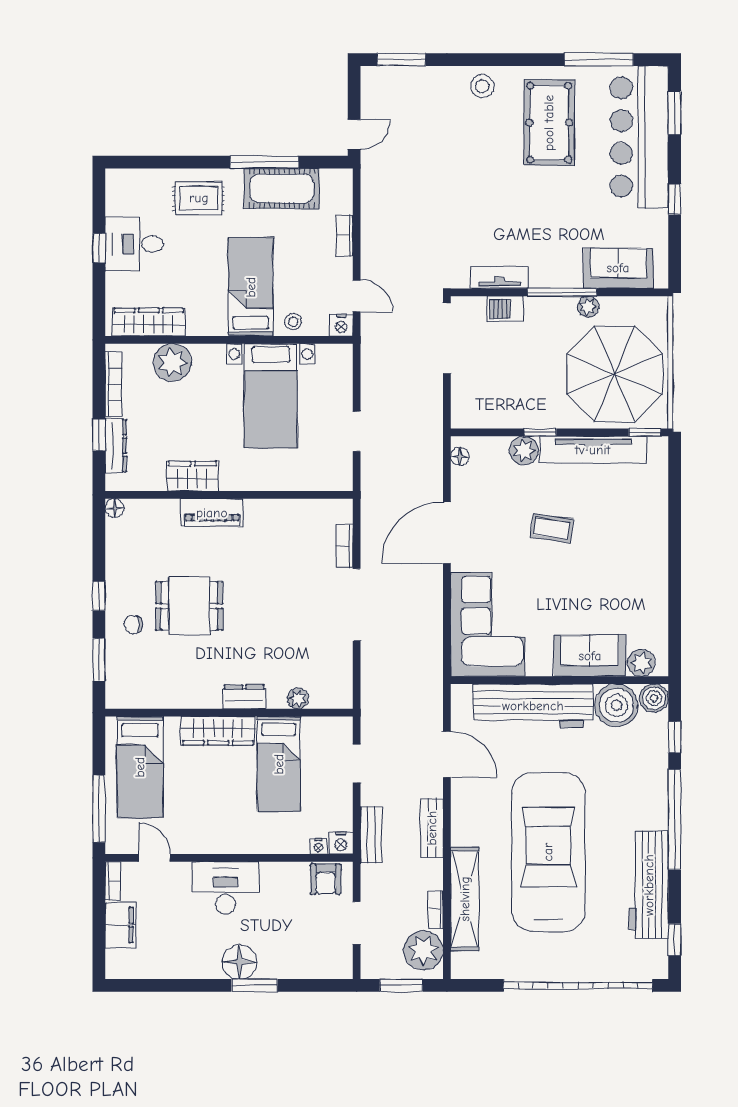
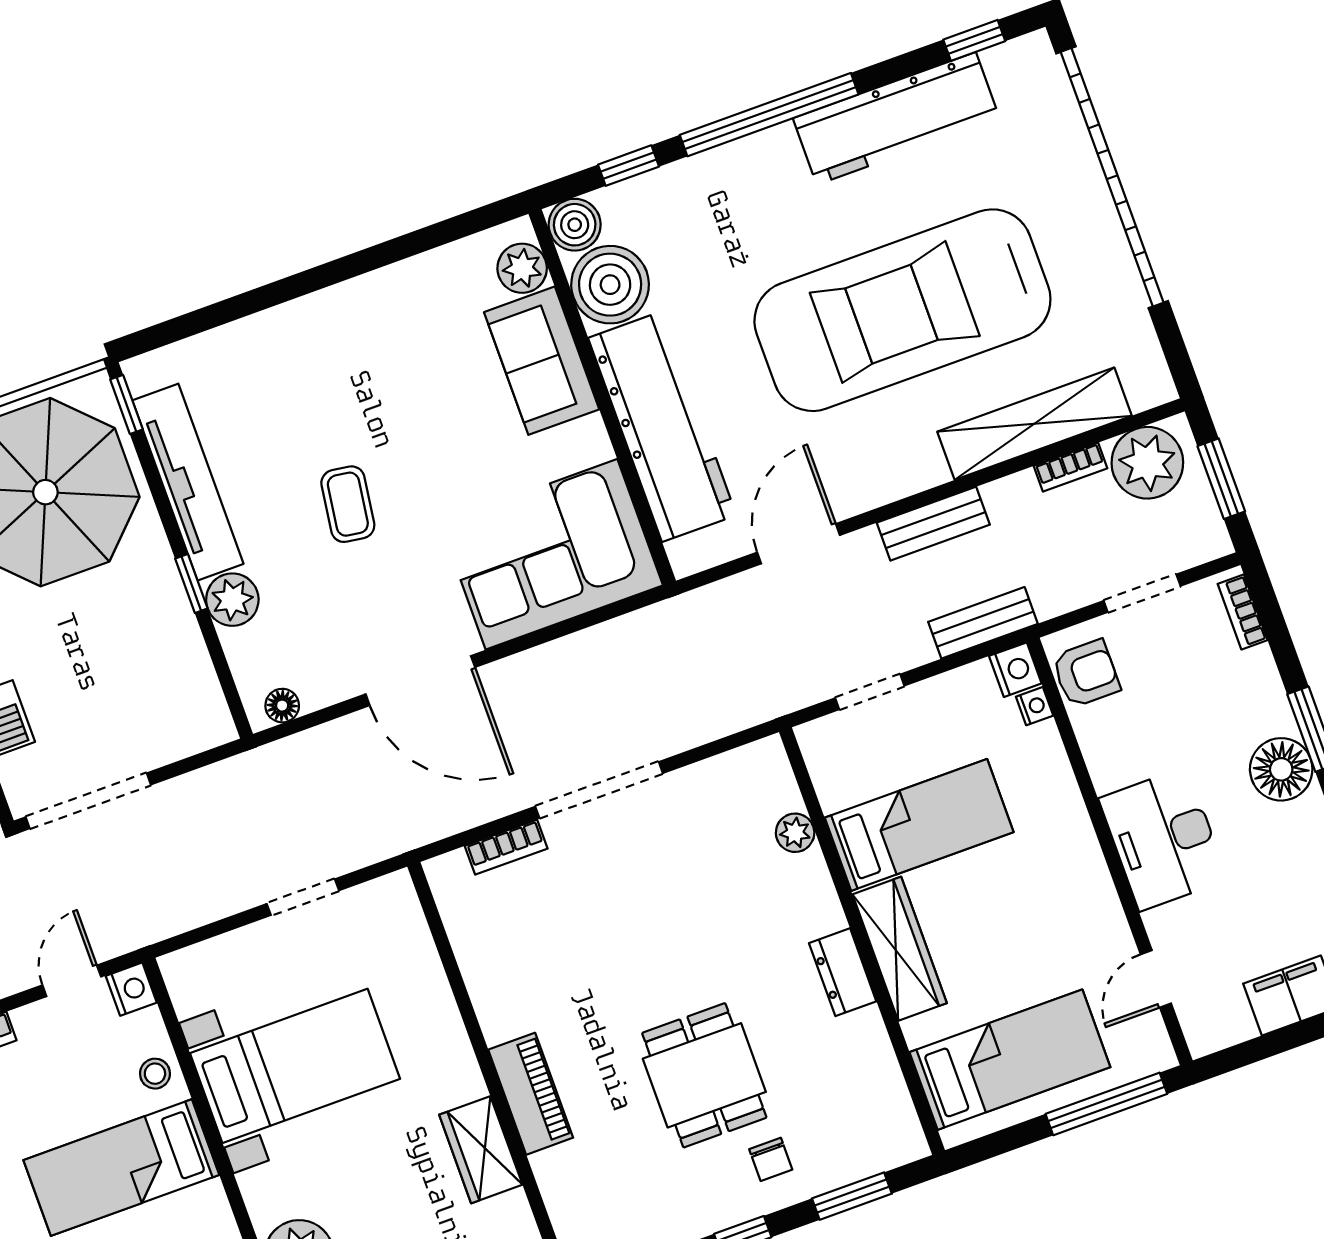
dresser: (244, 697) -> (843, 972), moved
bookcase: (113, 881) -> (1243, 612), moved, turned -90

